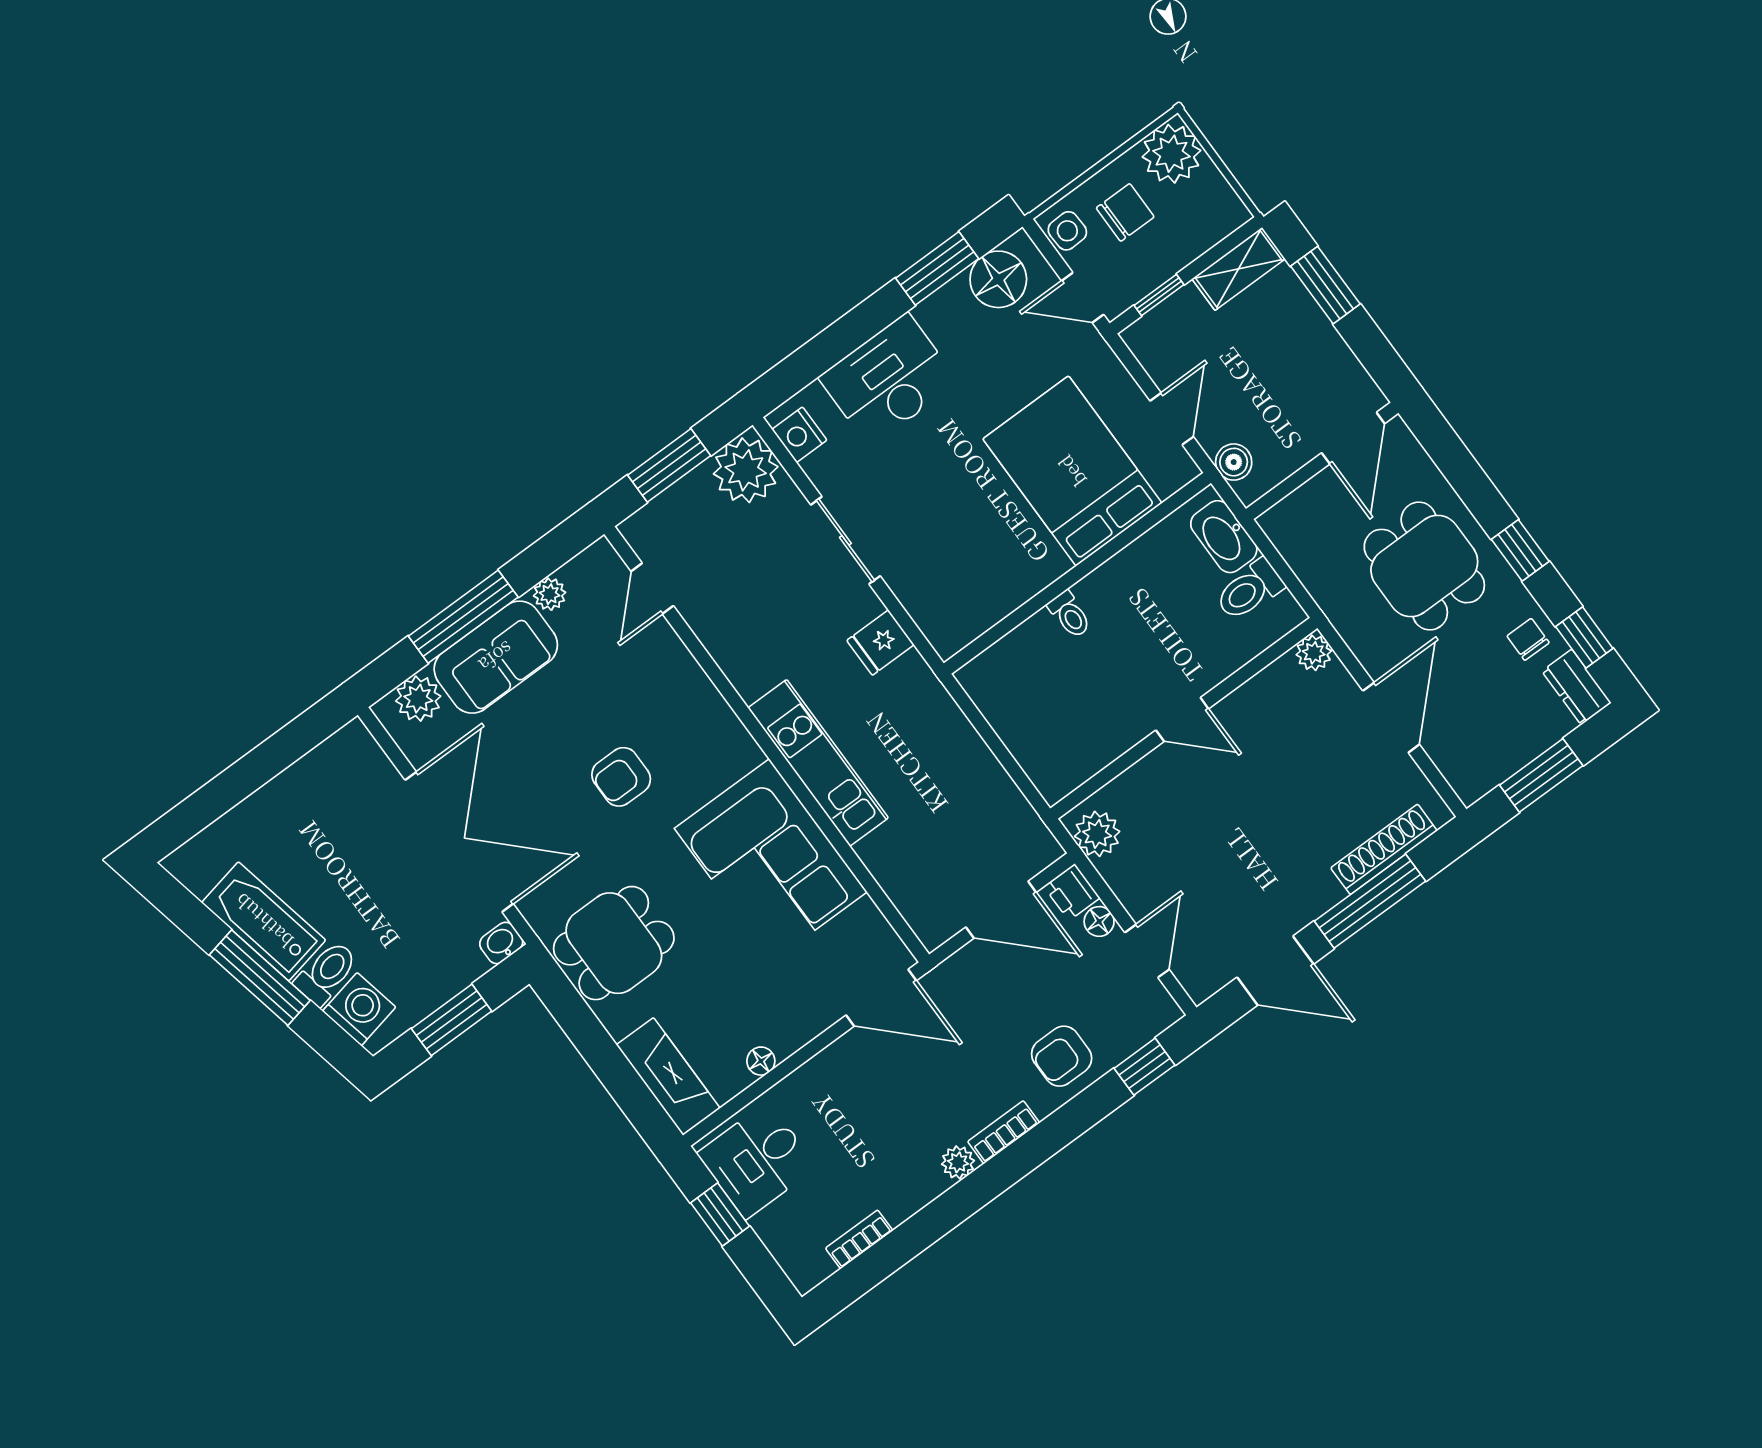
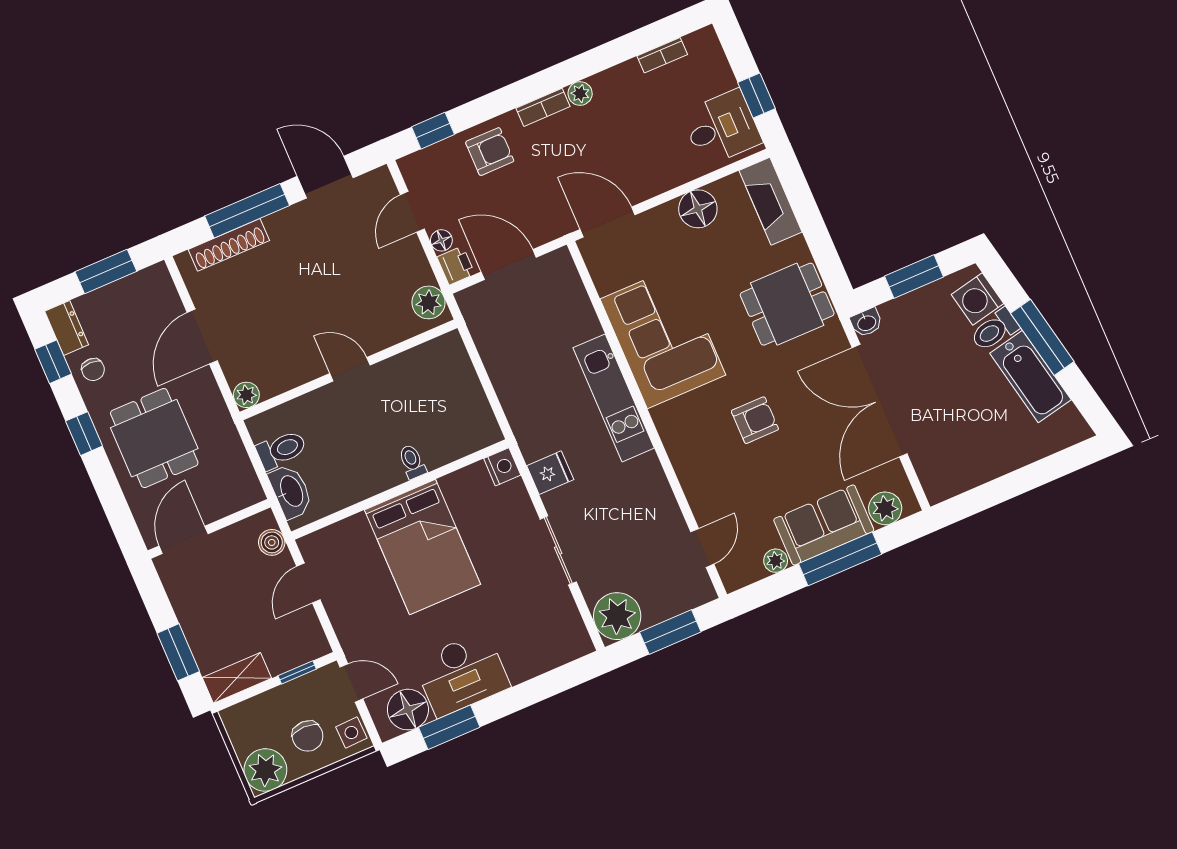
chair: (1125, 212) -> (308, 736), turned -90
desk: (889, 380) -> (462, 674), moved
nightstand: (799, 435) -> (502, 467), moved
bed: (1072, 471) -> (423, 547), moved
floor lamp: (761, 1061) -> (698, 209), width x1.89, depth x1.89

